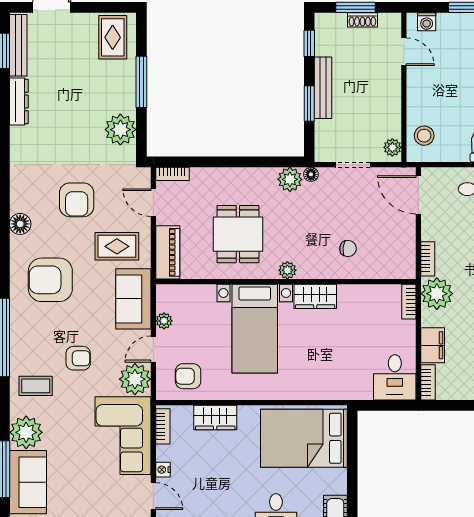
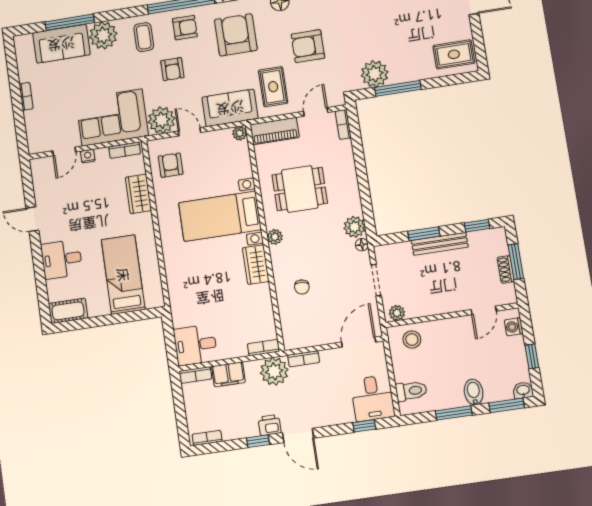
window: (141, 82) -> (398, 88), moved
plant: (164, 321) -> (240, 133), moved
armchair: (32, 337) -> (185, 28), added
bed: (304, 438) -> (123, 275), width x0.67

